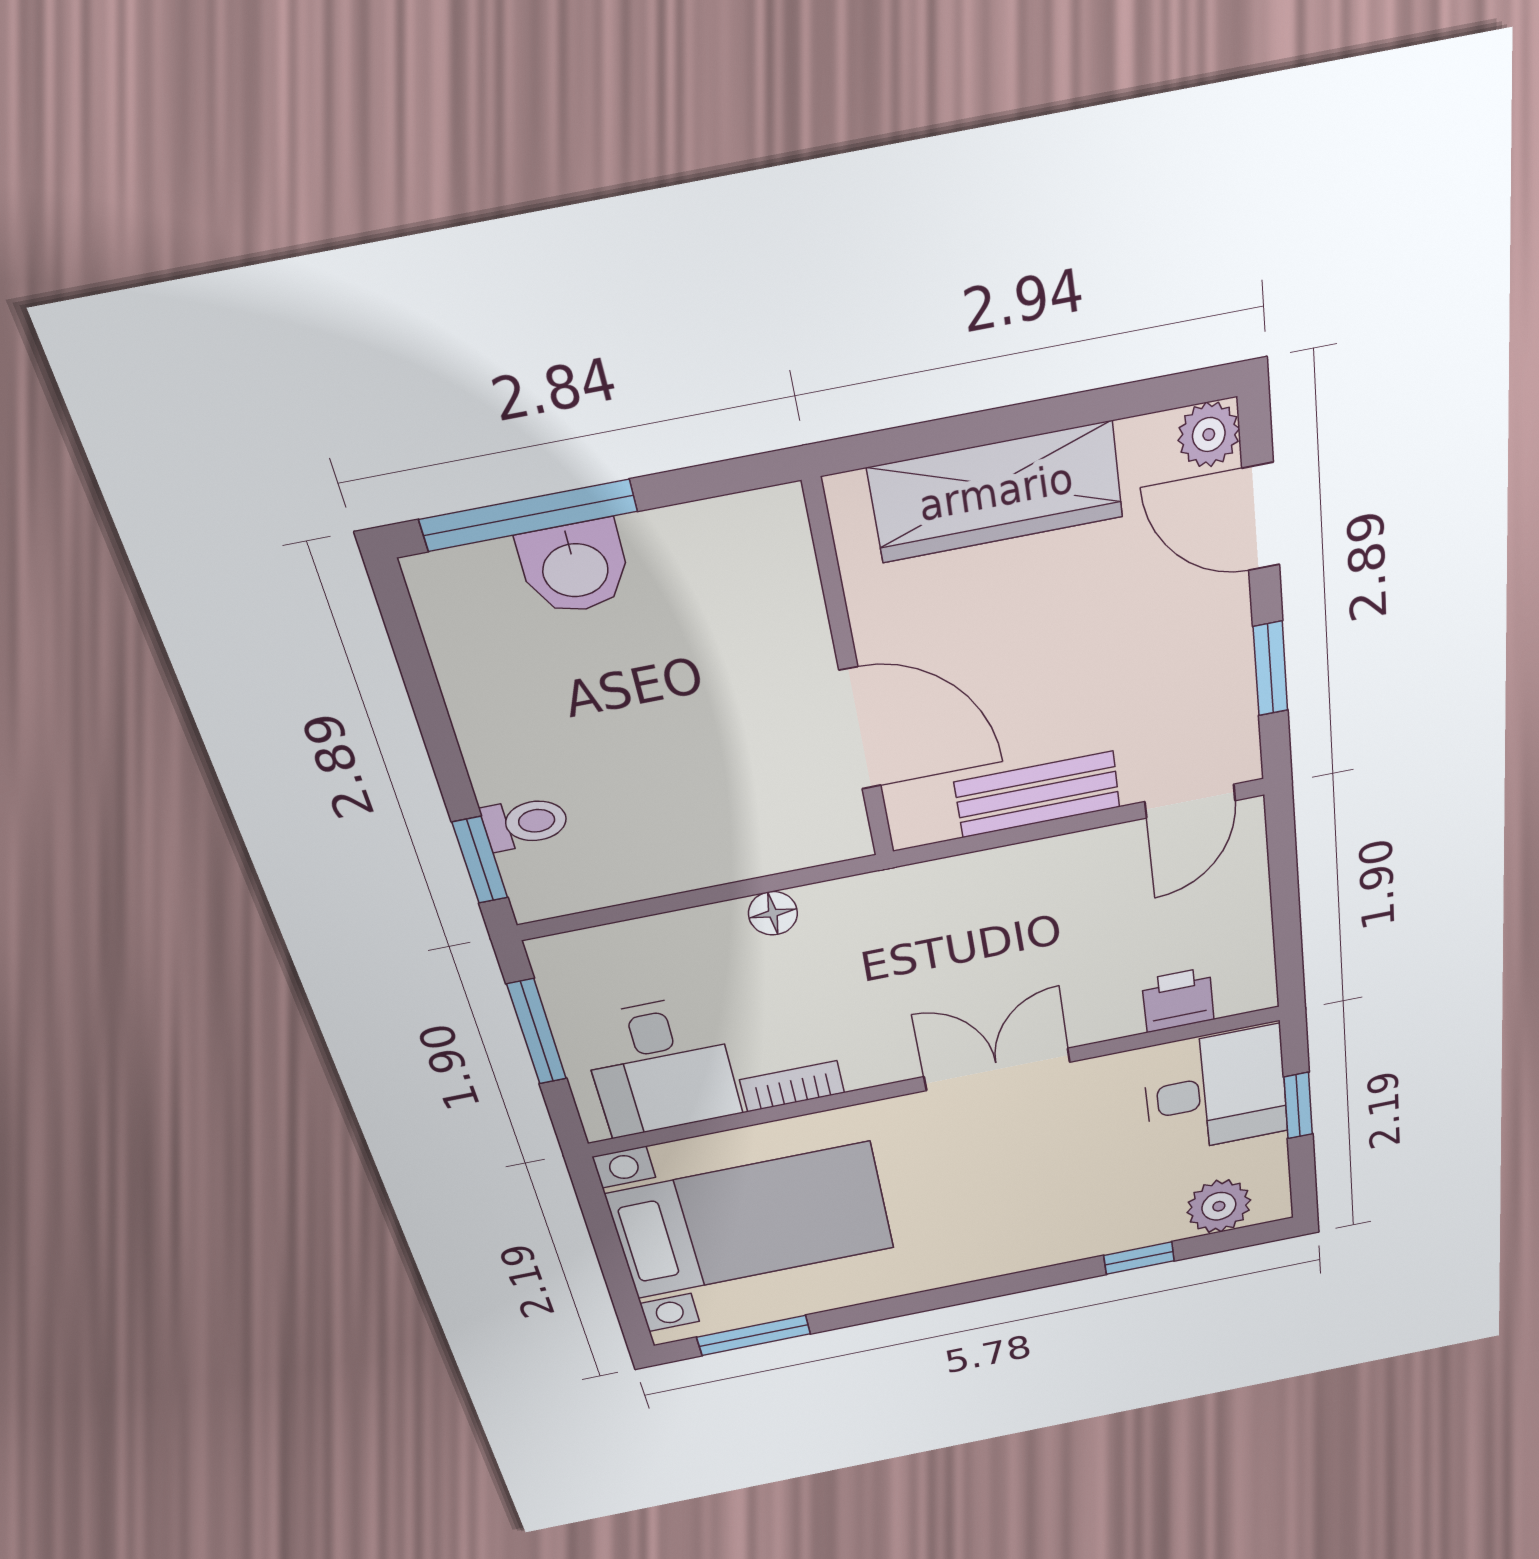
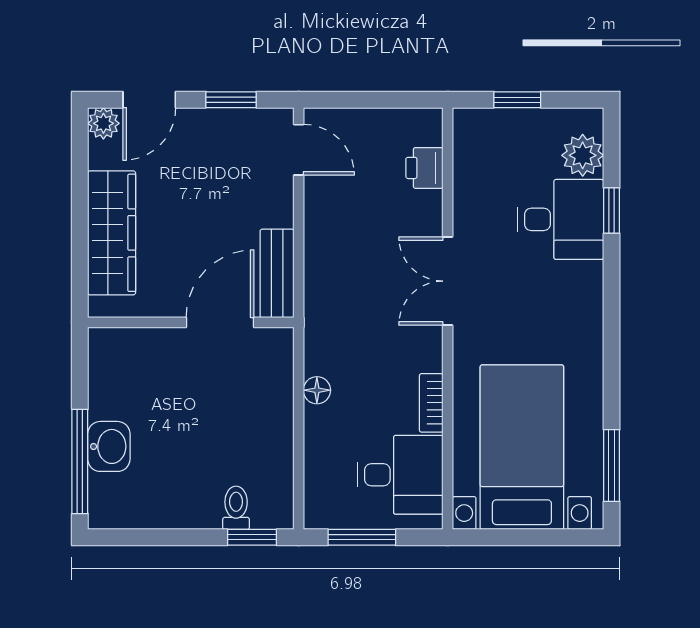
bench: (1037, 795) -> (277, 273), moved
desk: (1215, 1091) -> (561, 219), moved, turned 90

